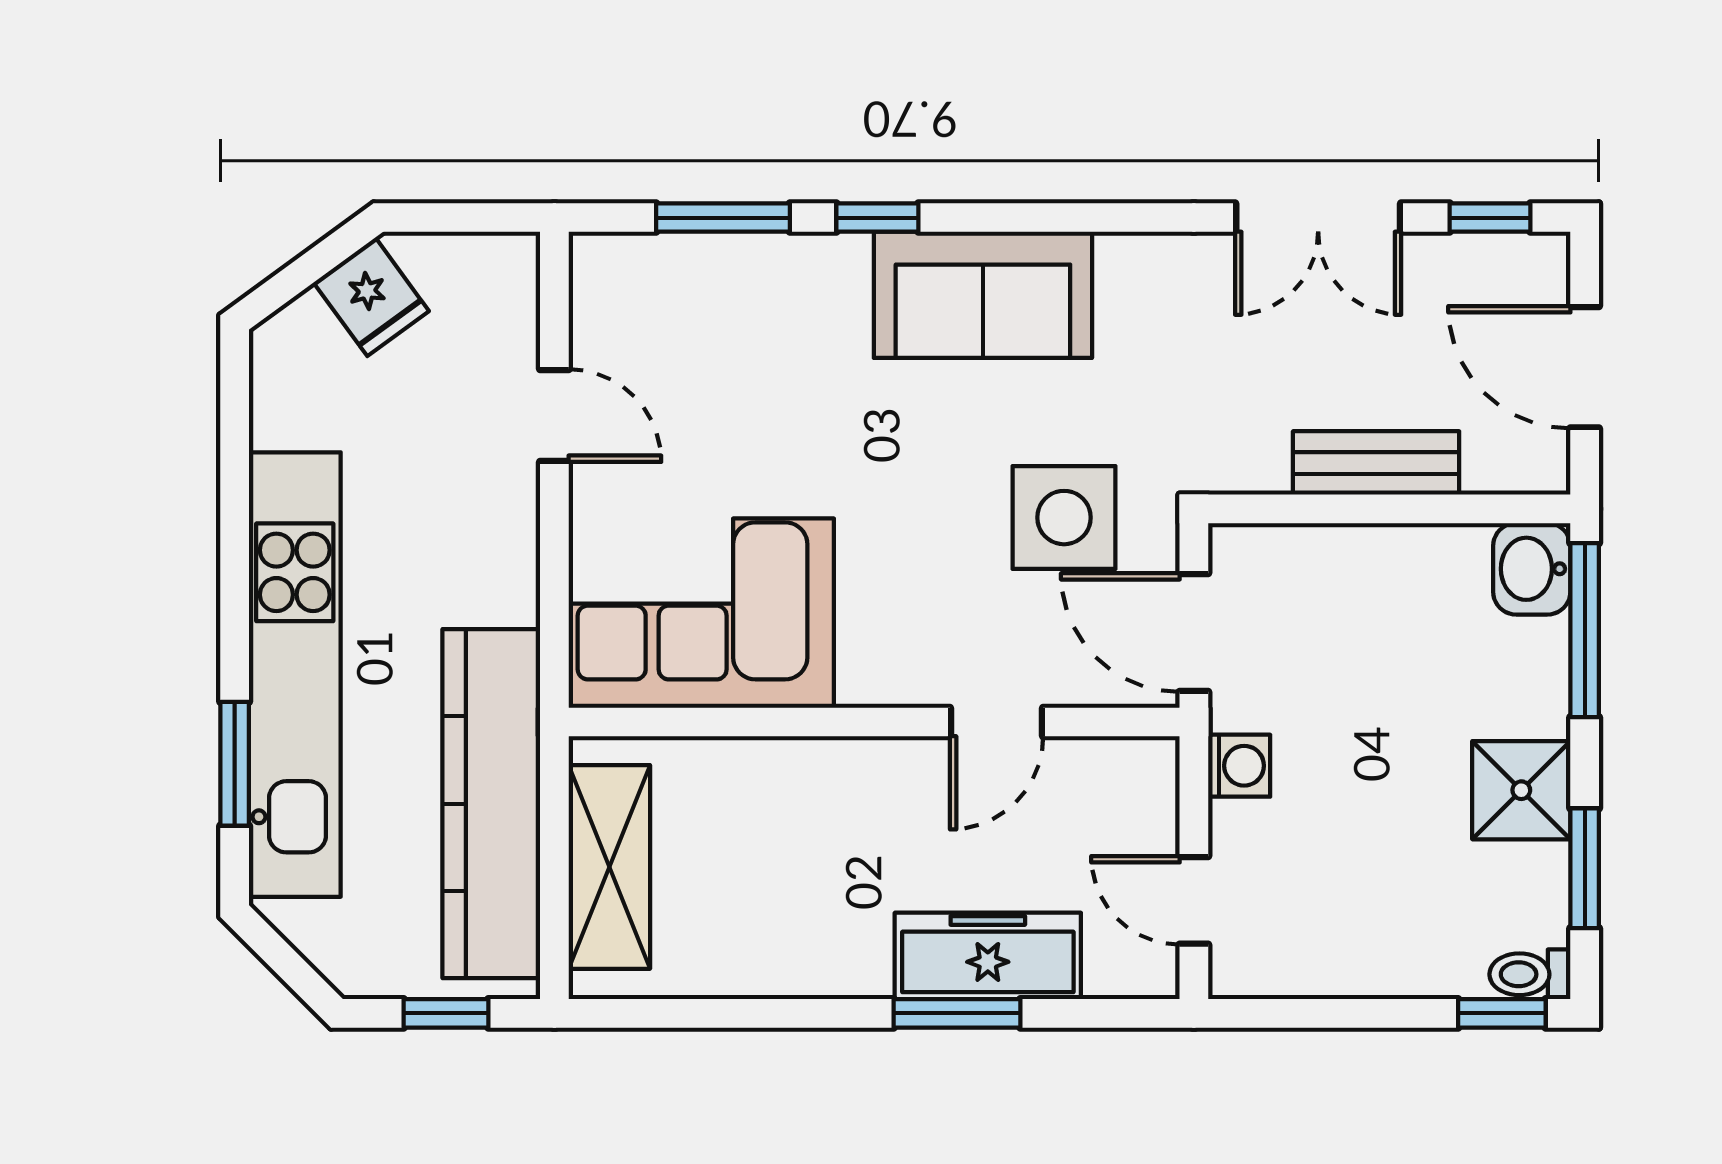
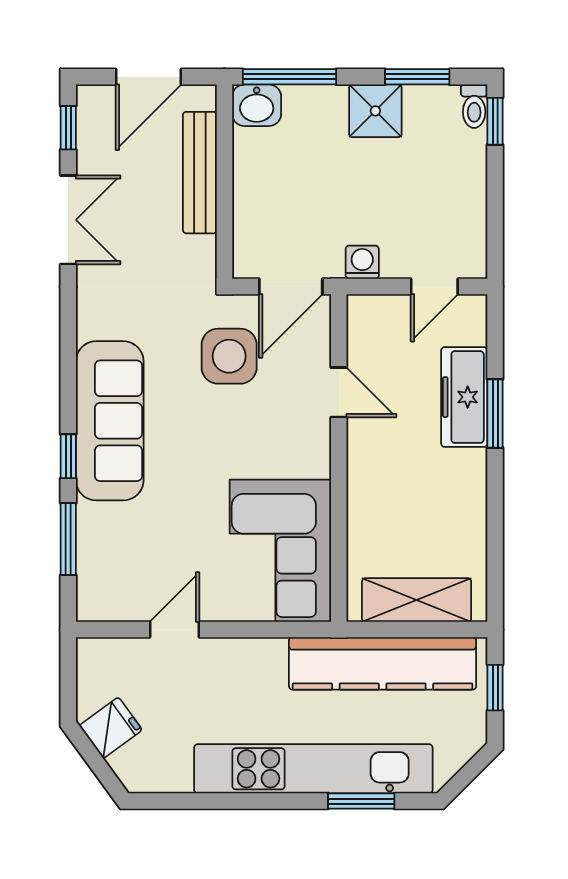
sofa: (983, 295) -> (110, 421), width x1.36
bench: (1376, 463) -> (200, 173), width x1.36

